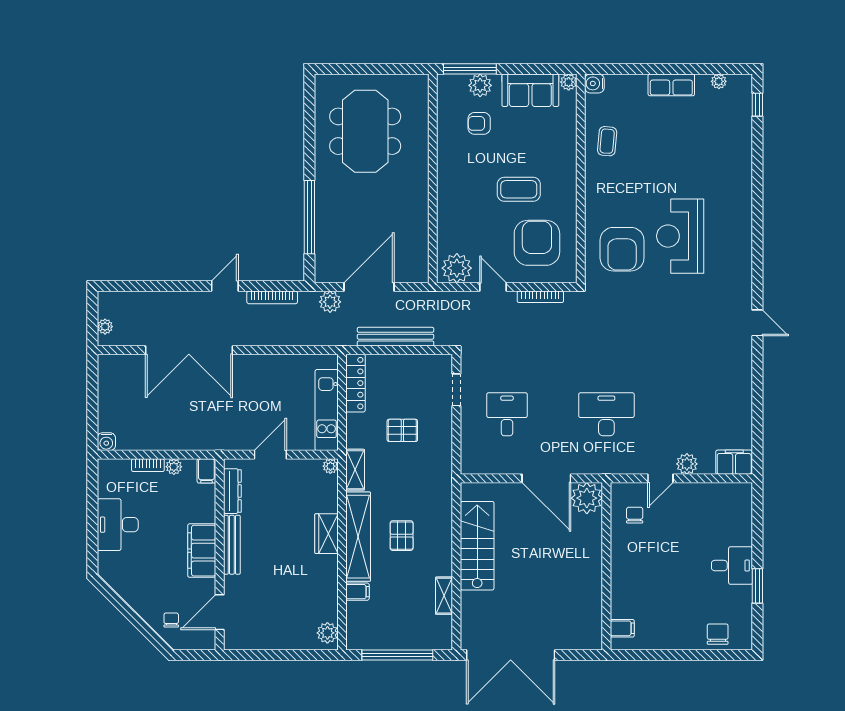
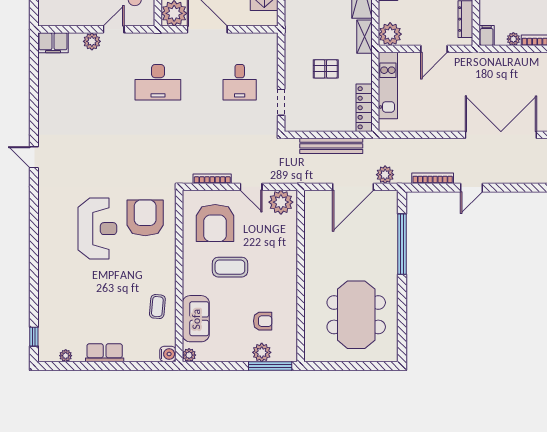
sofa: (530, 90) -> (196, 319), moved, turned 90
plant: (330, 466) -> (390, 34), width x1.88, depth x1.88

